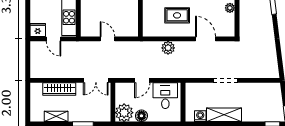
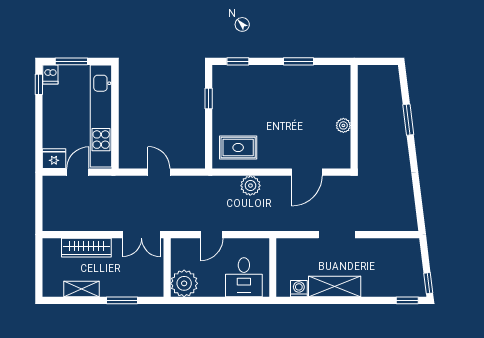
rug: (177, 15) -> (238, 147), moved
door: (54, 39) -> (78, 172), swing flipped
door: (206, 39) -> (307, 172), swing flipped
desk: (165, 96) -> (244, 277), moved, turned 180
floor lamp: (141, 116) -> (210, 288), removed

